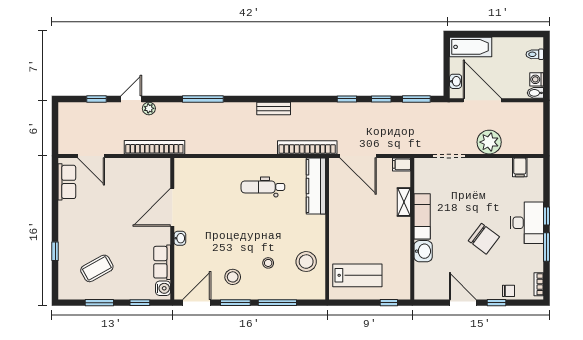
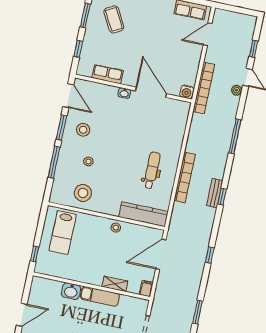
window: (381, 99) -> (222, 196), moved
bookcase: (307, 147) -> (185, 177), moved
stool: (338, 215) -> (116, 228), added
water cooler: (163, 288) -> (187, 92), moved

